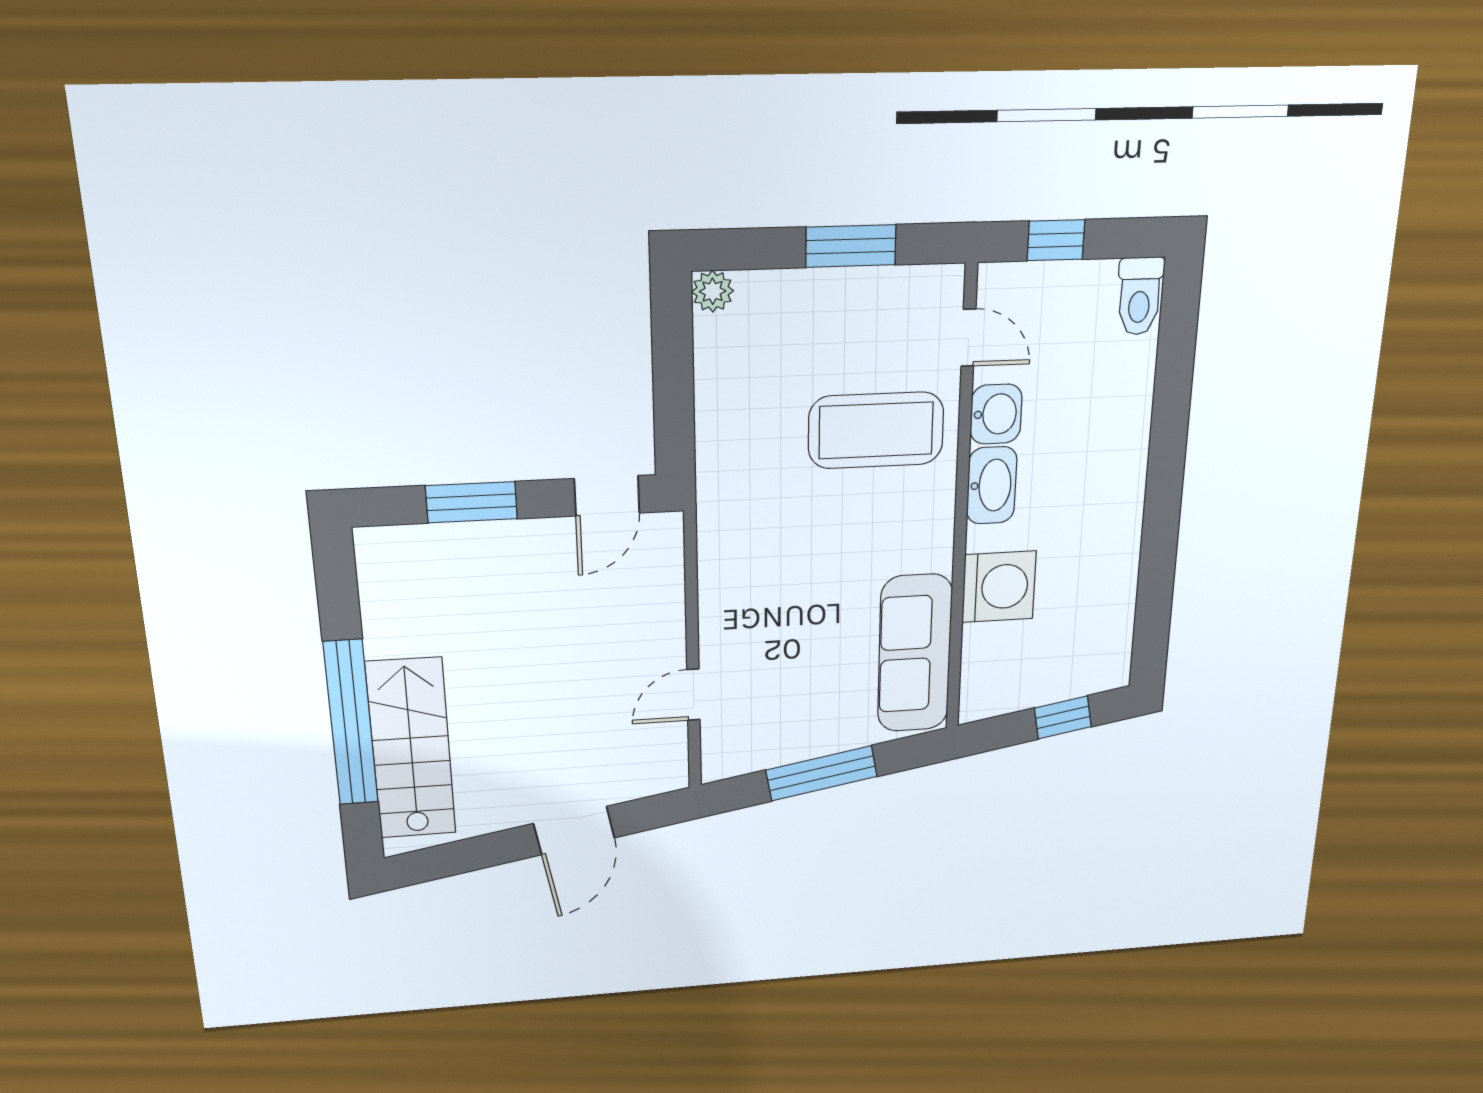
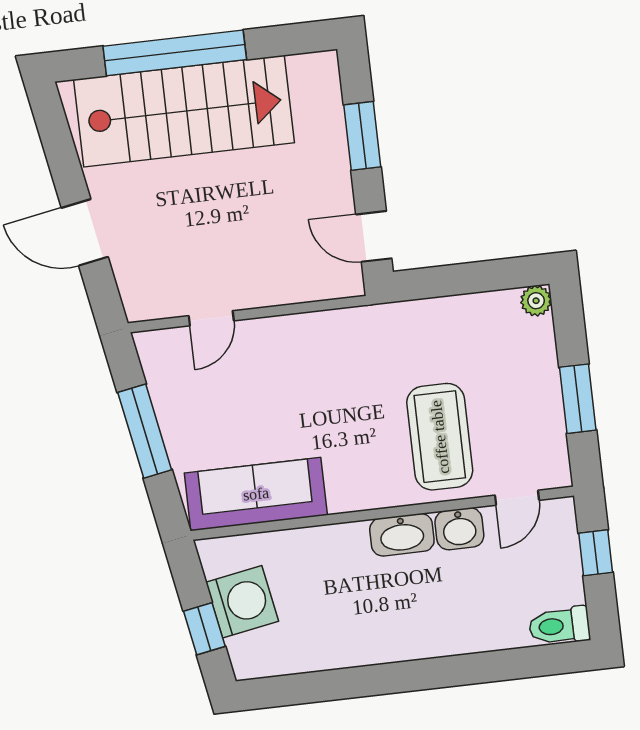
washing machine: (999, 587) -> (242, 602), moved, turned -100
door: (693, 695) -> (211, 318), swing flipped
stairs: (411, 749) -> (184, 111), width x1.36, depth x1.51

